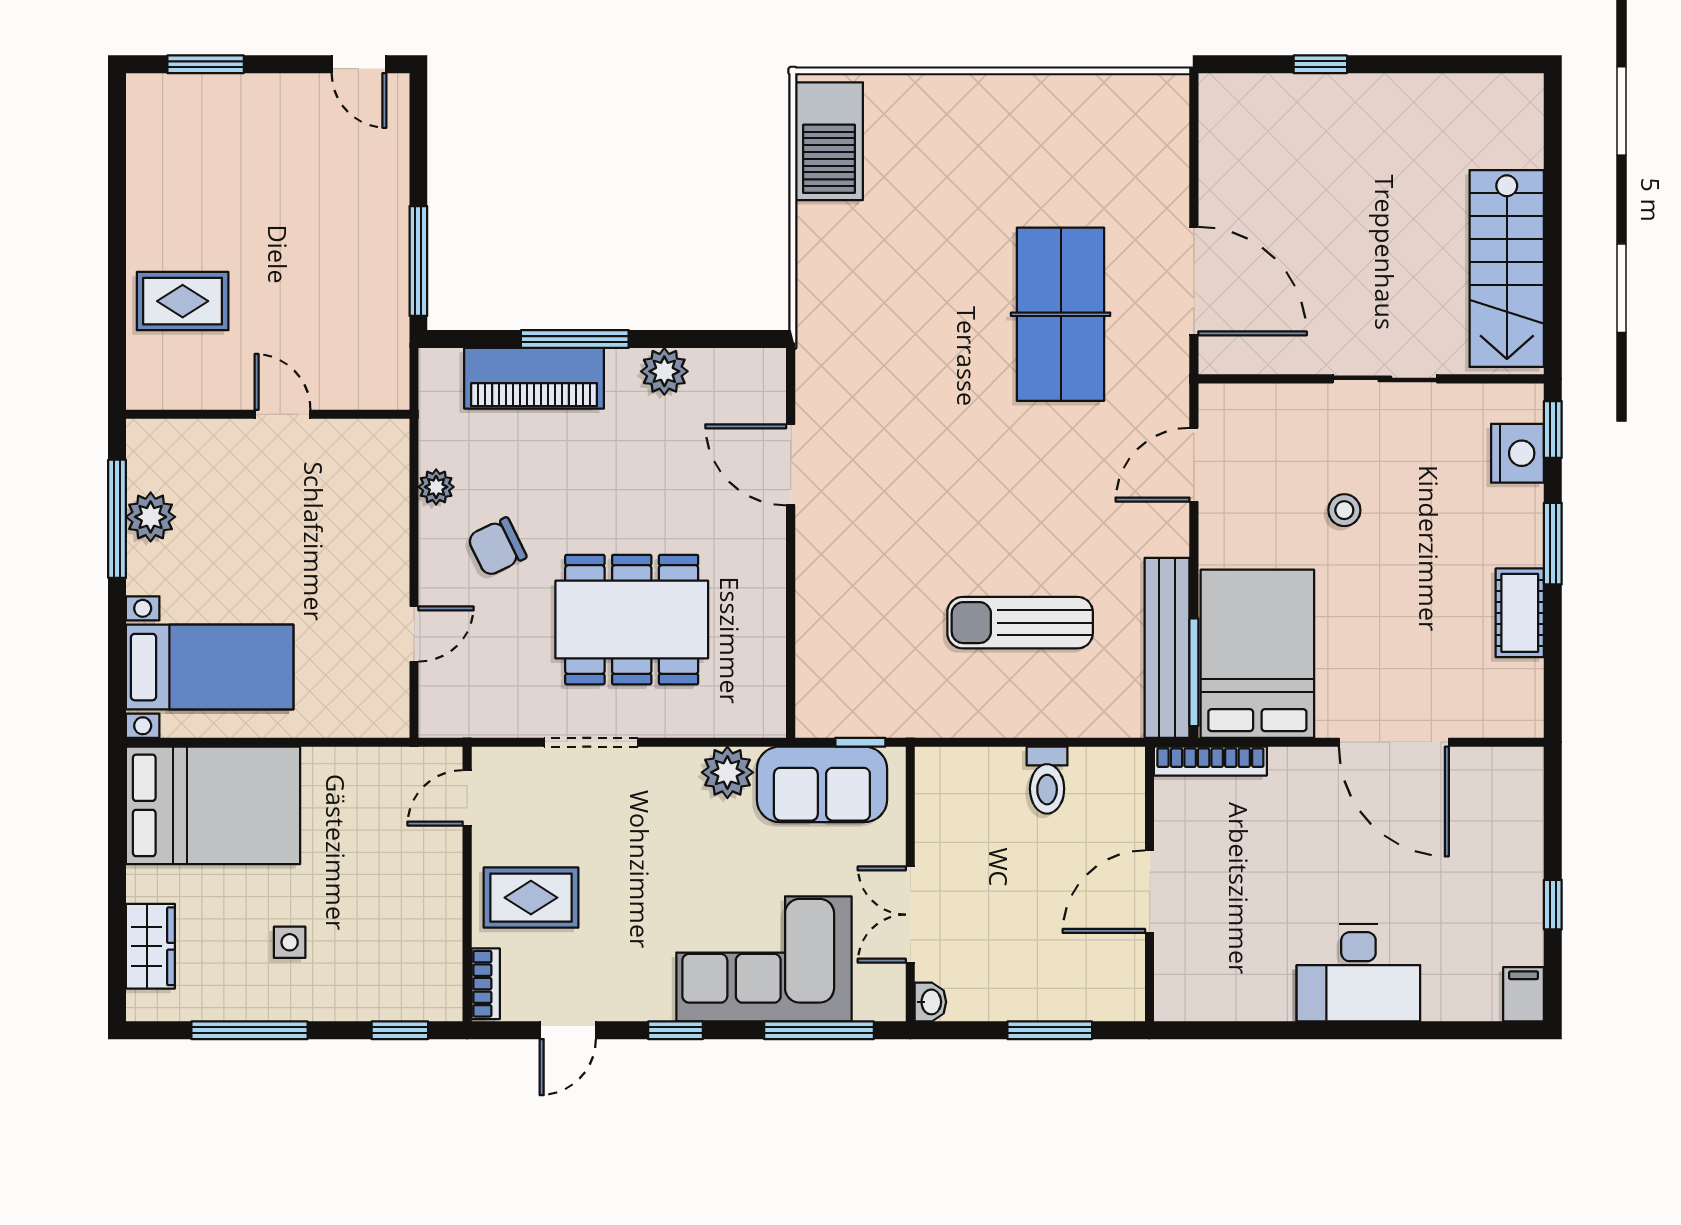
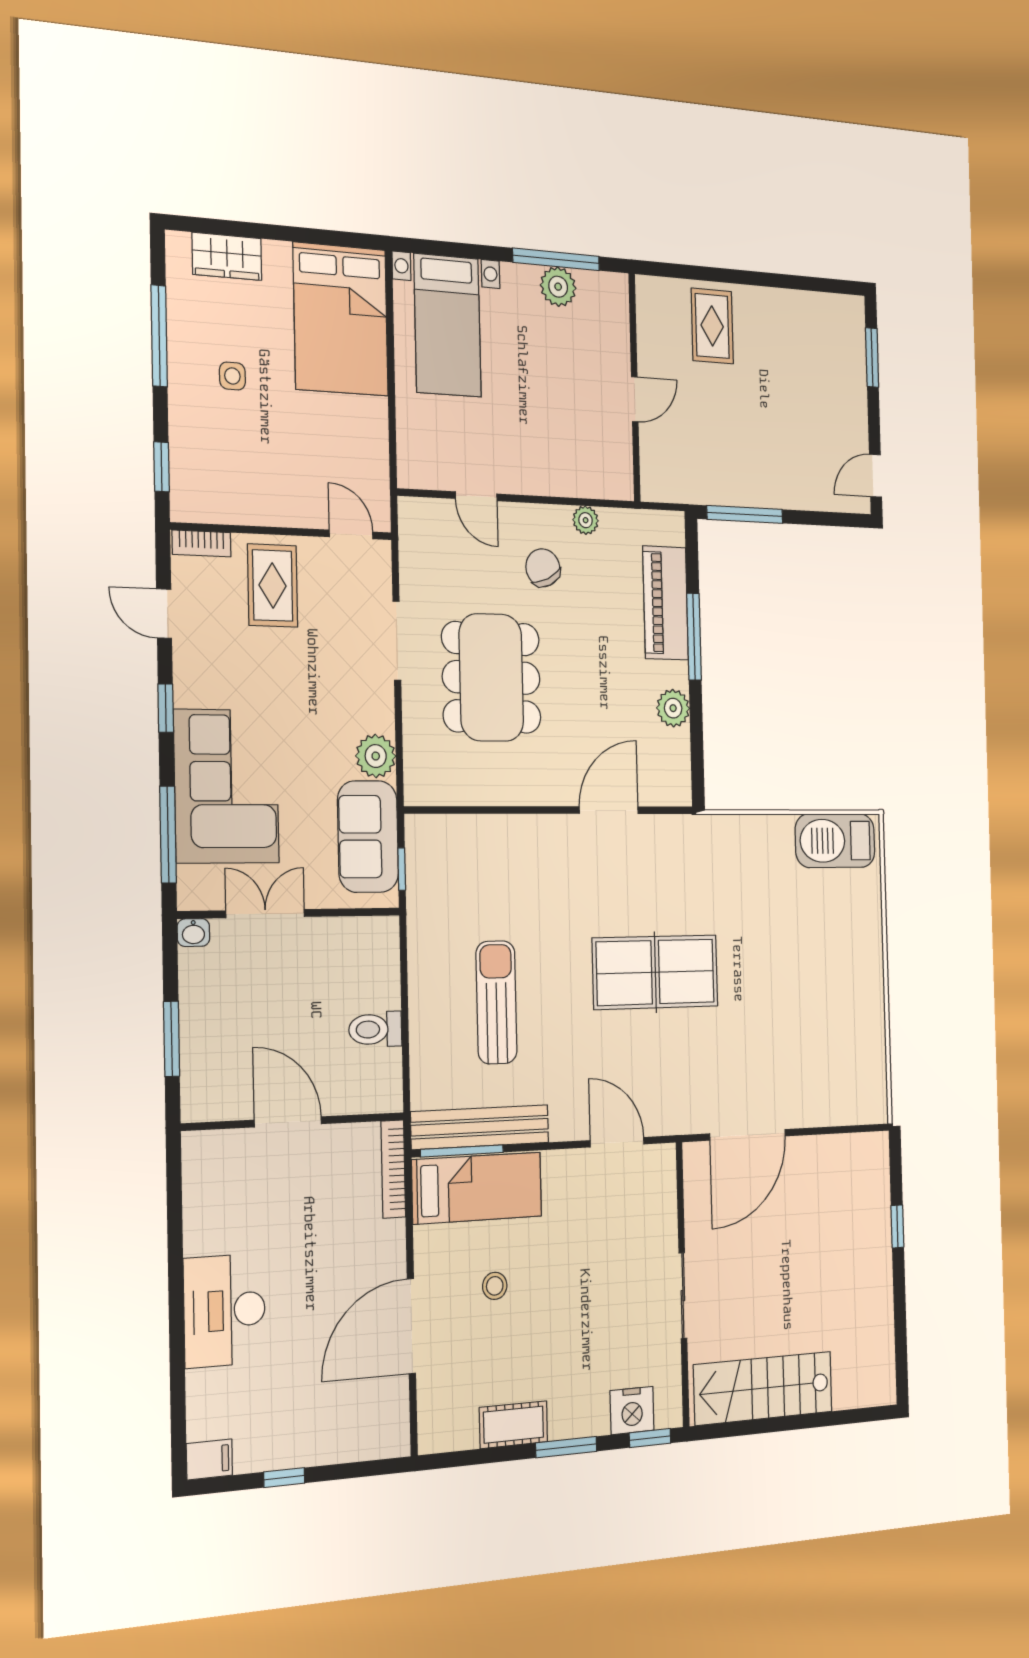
table tennis table: (1061, 314) -> (655, 972), moved
stool: (1344, 510) -> (495, 1286), moved
bed: (1257, 654) -> (477, 1188), width x0.67

